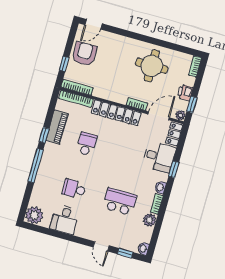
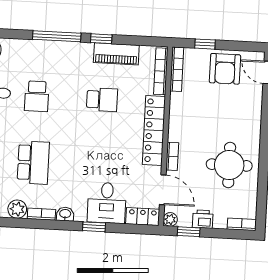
armchair: (84, 54) -> (225, 69), turned 90
school desk: (74, 189) -> (37, 96), turned 180

